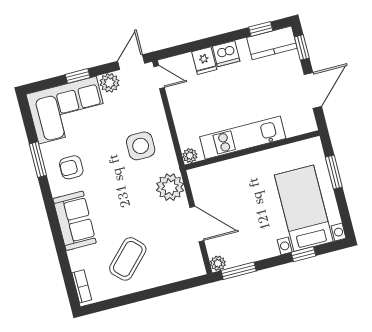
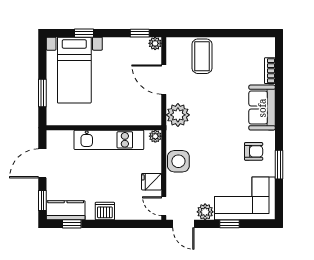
fridge: (204, 61) -> (152, 182), moved, turned -90
door: (131, 62) -> (183, 224), hinge flipped
side table: (141, 146) -> (178, 161), moved
coffee table: (128, 259) -> (202, 56), moved, turned -44
window: (239, 271) -> (140, 33), width x0.67
bookcase: (82, 286) -> (270, 71), moved

